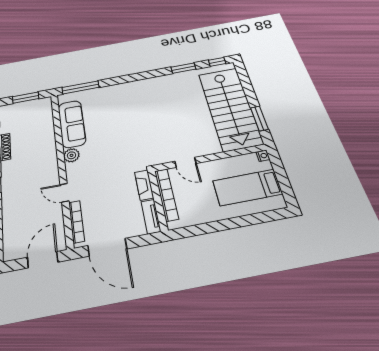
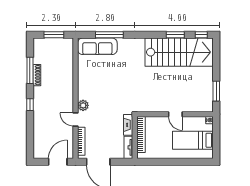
window: (80, 87) -> (109, 35), moved
stairs: (230, 108) -> (179, 52), moved, turned -90
sofa: (72, 124) -> (97, 46), moved, turned 90
plant: (72, 155) -> (83, 105), moved
door: (185, 162) -> (175, 114), moved

